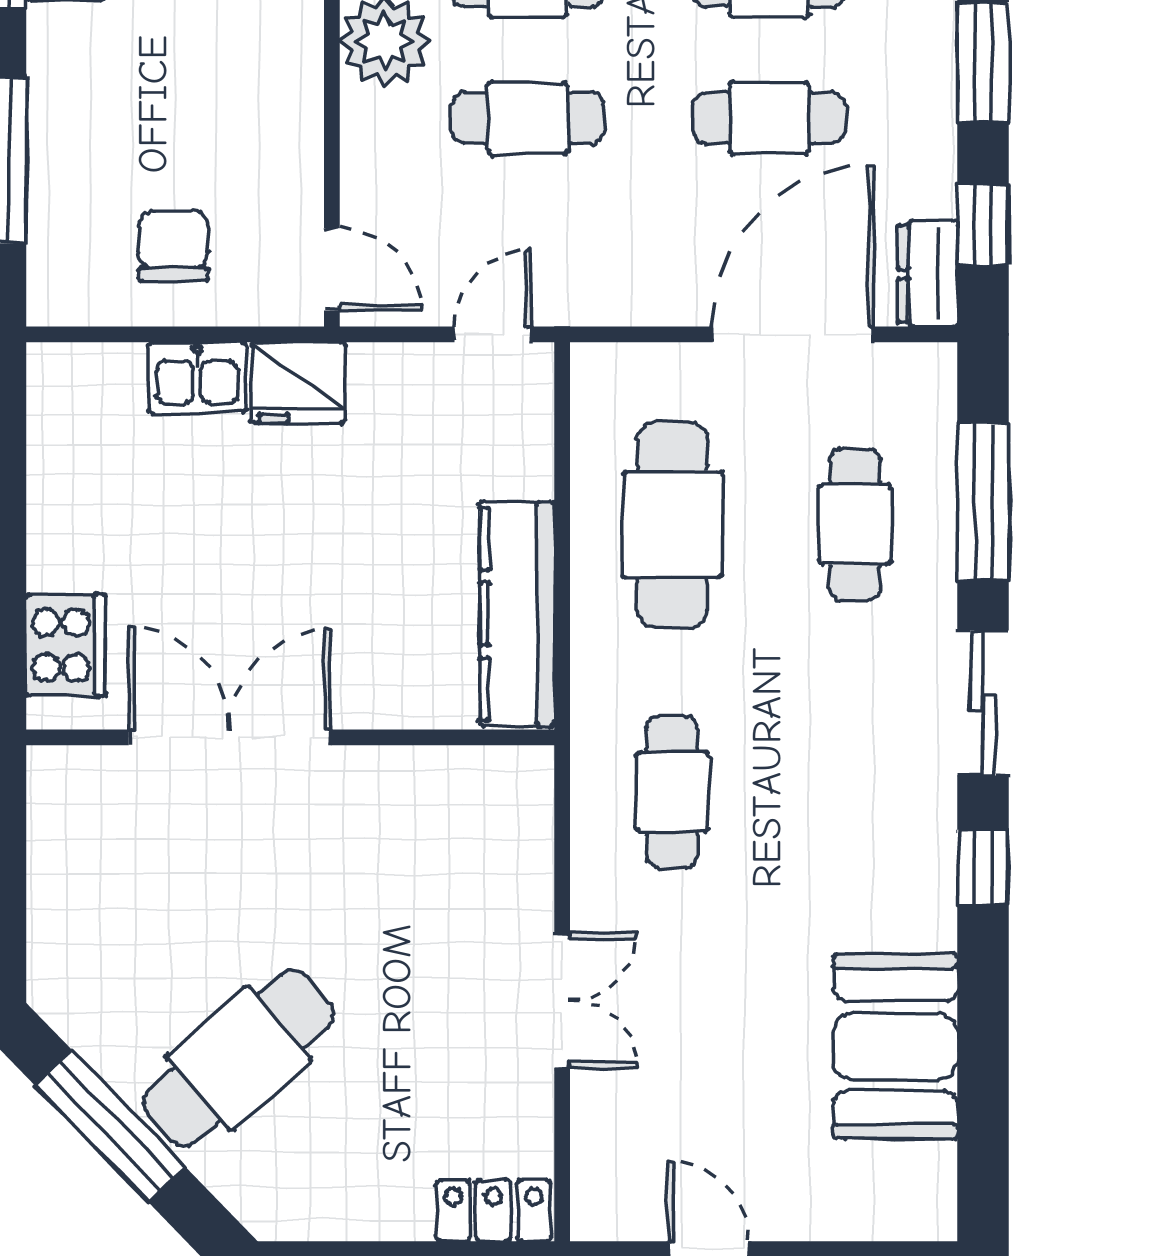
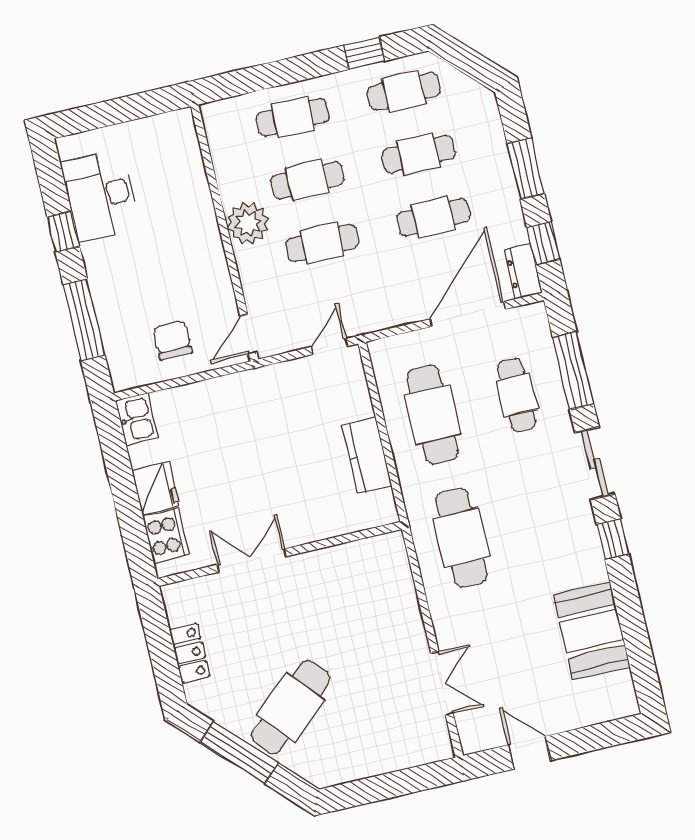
door: (332, 269) -> (248, 334), swing flipped
kitchen sink: (197, 377) -> (137, 419), moved, turned -90
fridge: (298, 383) -> (156, 488), moved, turned -90
kitchen counter: (517, 614) -> (367, 455), width x0.67
double door: (230, 737) -> (252, 560), width x0.73
cafe table: (672, 792) -> (461, 538), width x1.37, depth x1.35
double door: (562, 1000) -> (442, 683), moved
locker: (493, 1211) -> (190, 653), moved, turned 90

